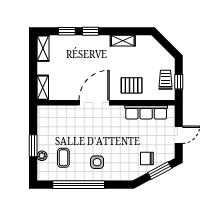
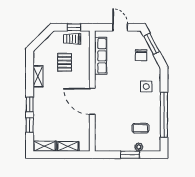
pallet: (132, 85) -> (65, 62), moved
shelving: (43, 88) -> (68, 146), moved
side table: (97, 162) -> (146, 86), moved

